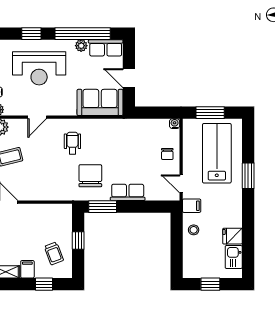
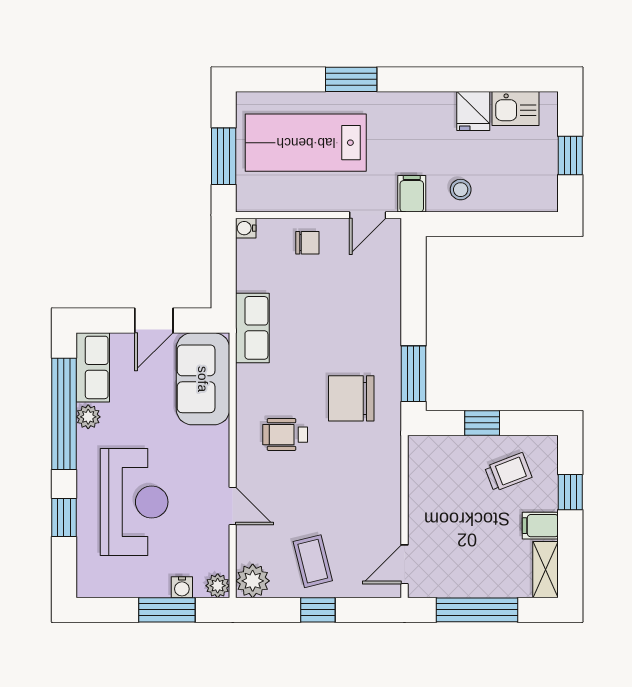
row of seats: (128, 192) -> (252, 328), moved, turned 180

